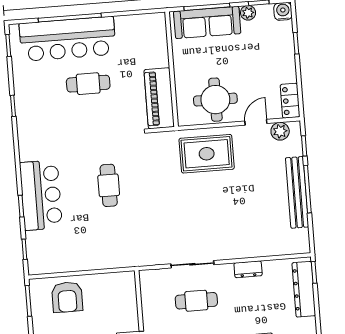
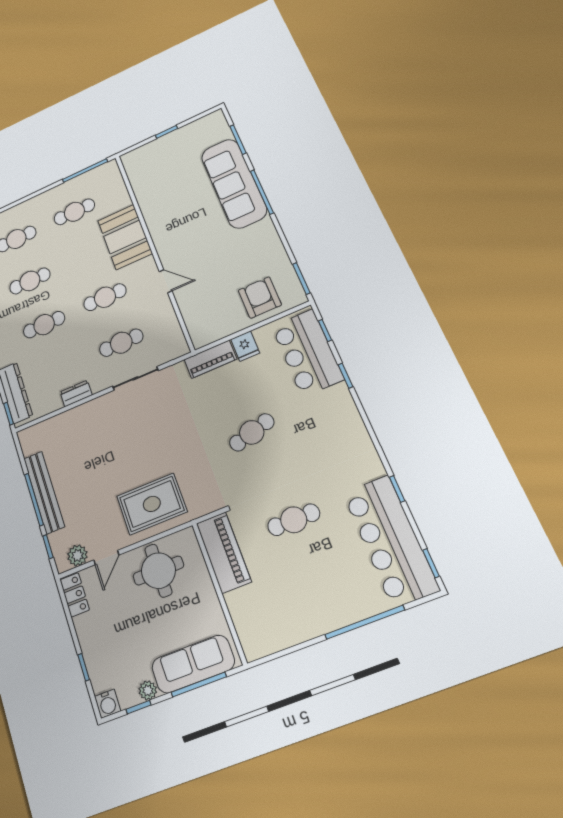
bar counter: (68, 39) -> (390, 541), moved, turned -90
cafe table: (88, 84) -> (294, 520), moved
cafe table: (109, 185) -> (252, 432), turned 75
bar counter: (41, 195) -> (307, 353), moved
piano: (124, 258) -> (210, 359), added
fridge: (92, 259) -> (245, 346), added

